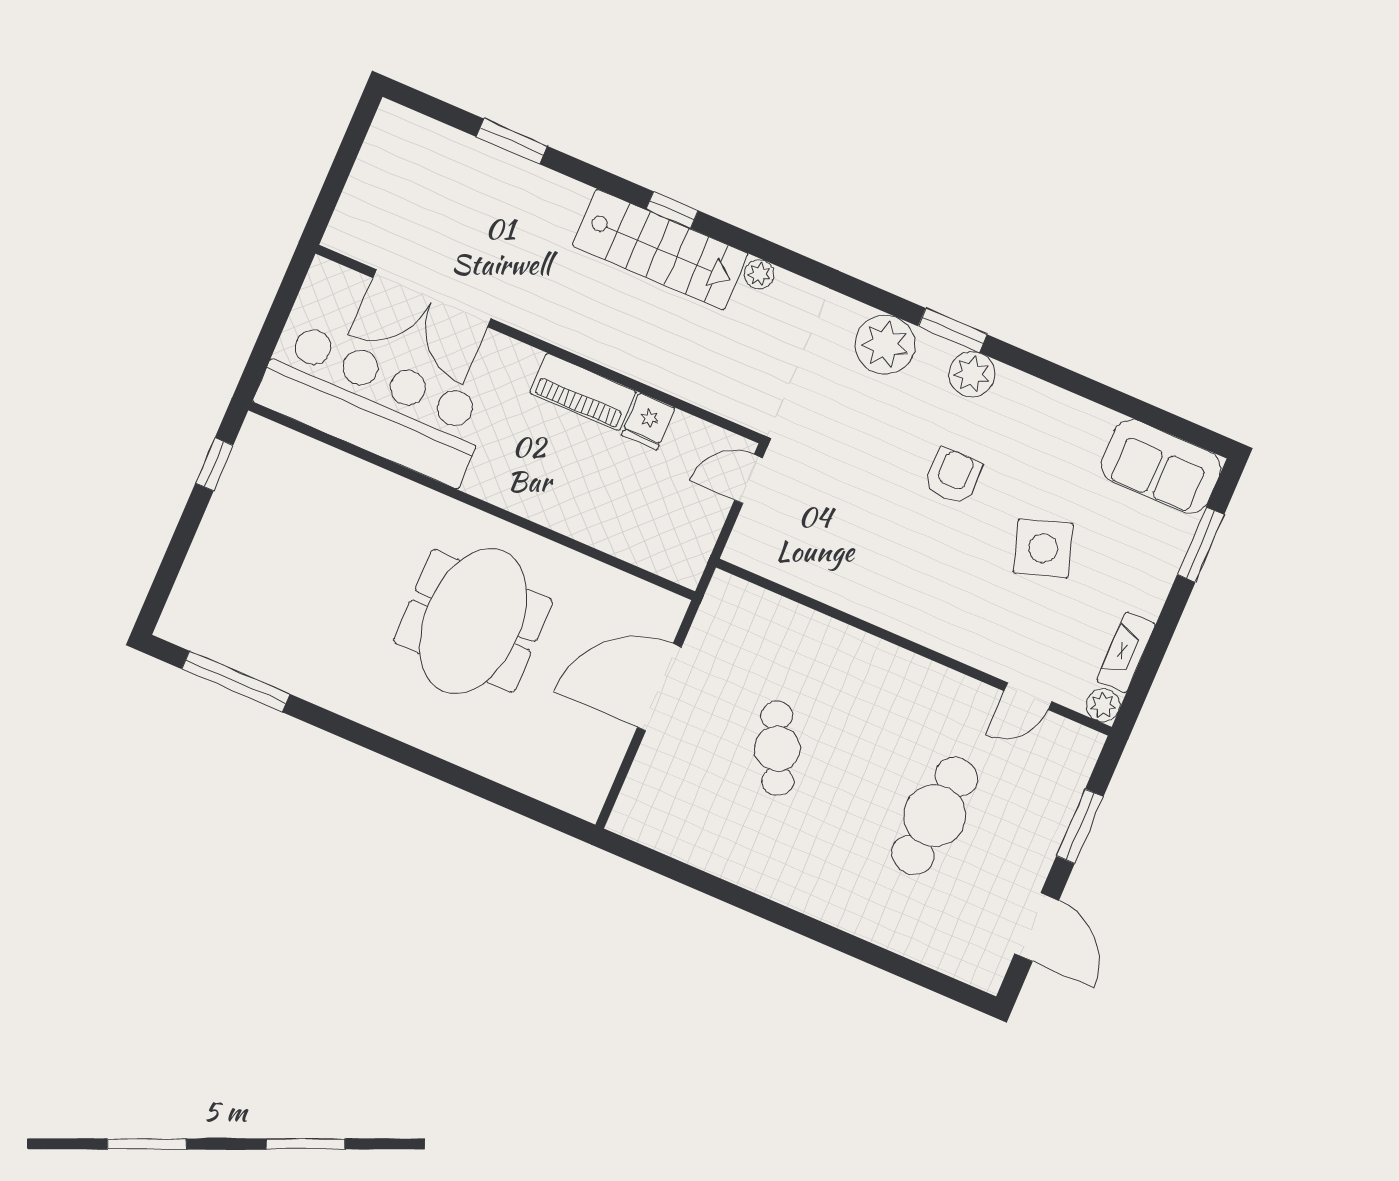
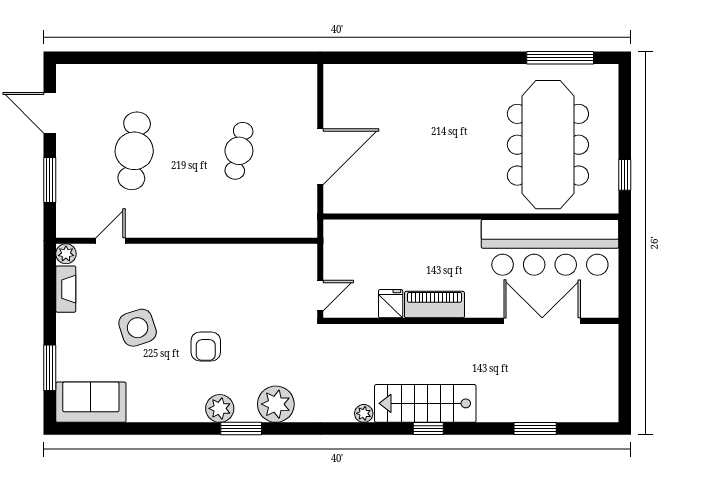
meeting table: (473, 621) -> (548, 145), moved, width x1.36
cafe table: (777, 748) -> (239, 151), turned 36

